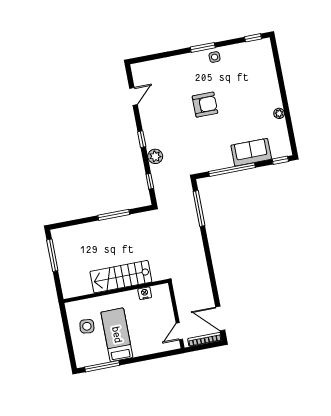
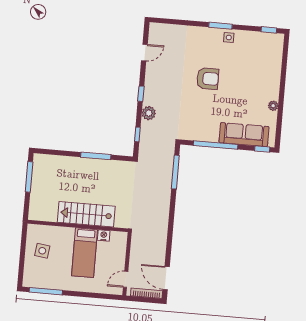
sofa: (251, 152) -> (244, 135), width x1.36
bed: (117, 335) -> (85, 253), moved, turned 180

